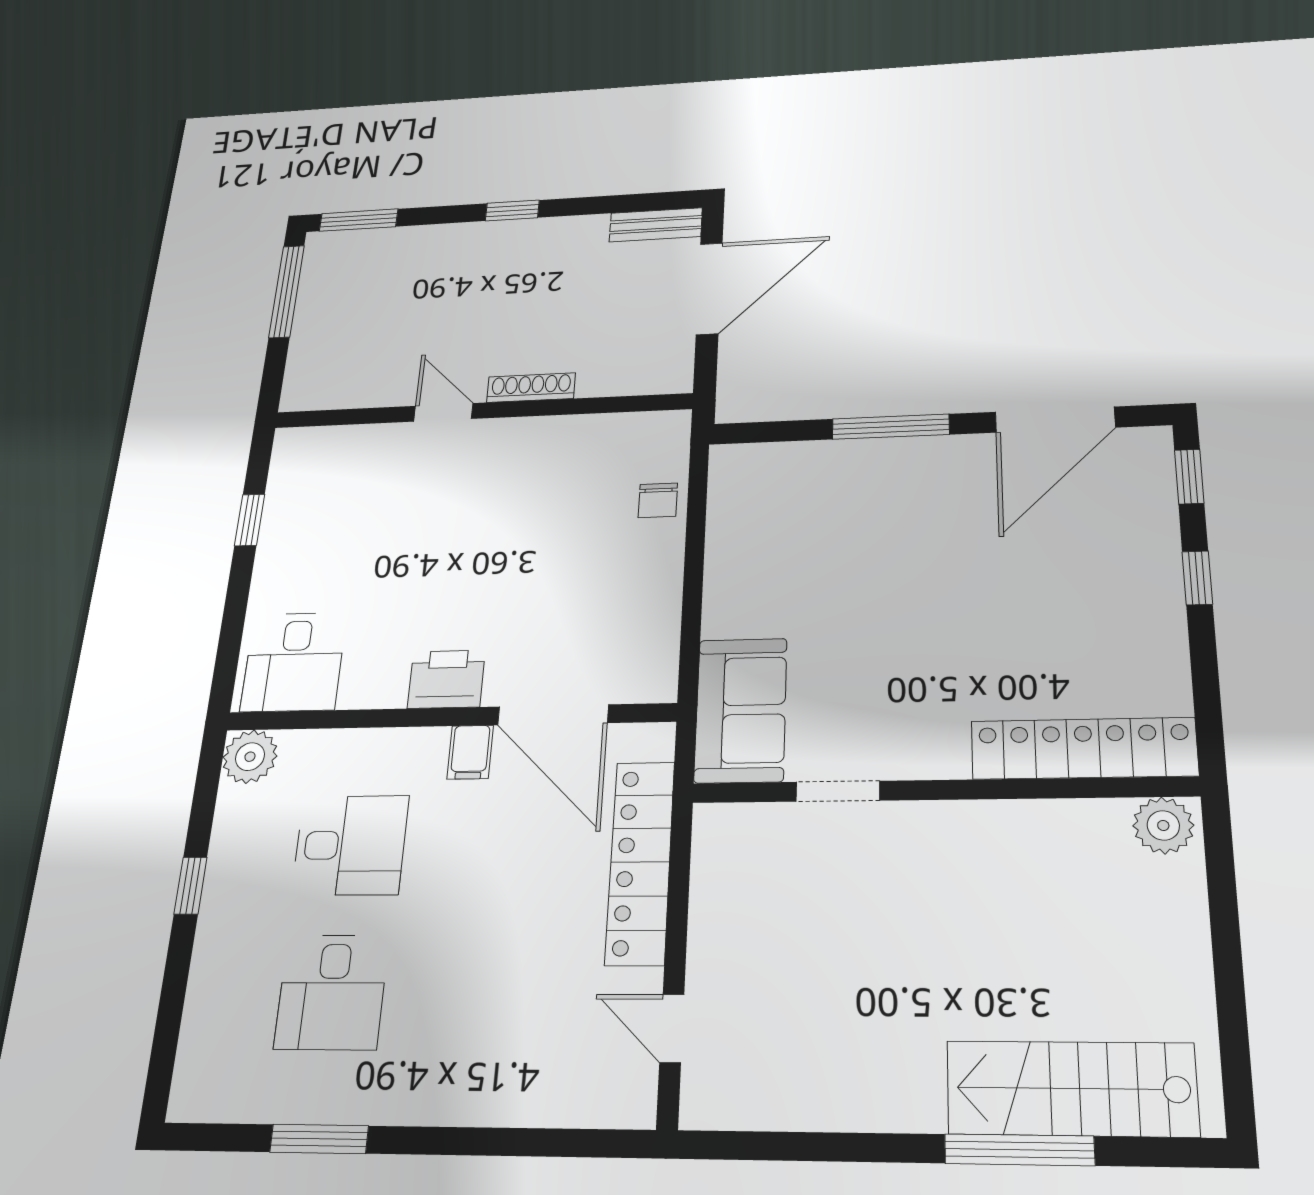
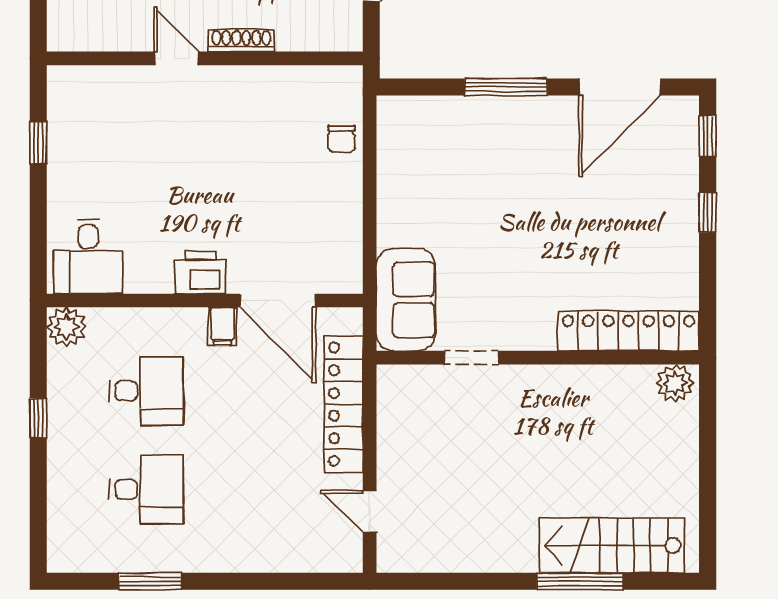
desk: (332, 992) -> (146, 489), turned -90

